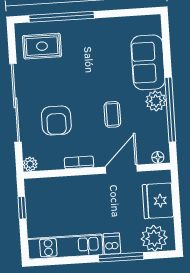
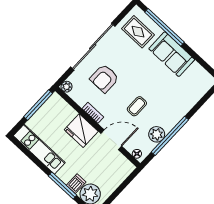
sofa: (148, 62) -> (172, 54), moved, turned -90
plant: (156, 101) -> (157, 134), moved
fridge: (158, 201) -> (81, 131), moved, turned -90
window: (22, 208) -> (38, 105), width x2.17
dishwasher: (112, 244) -> (76, 184), moved

